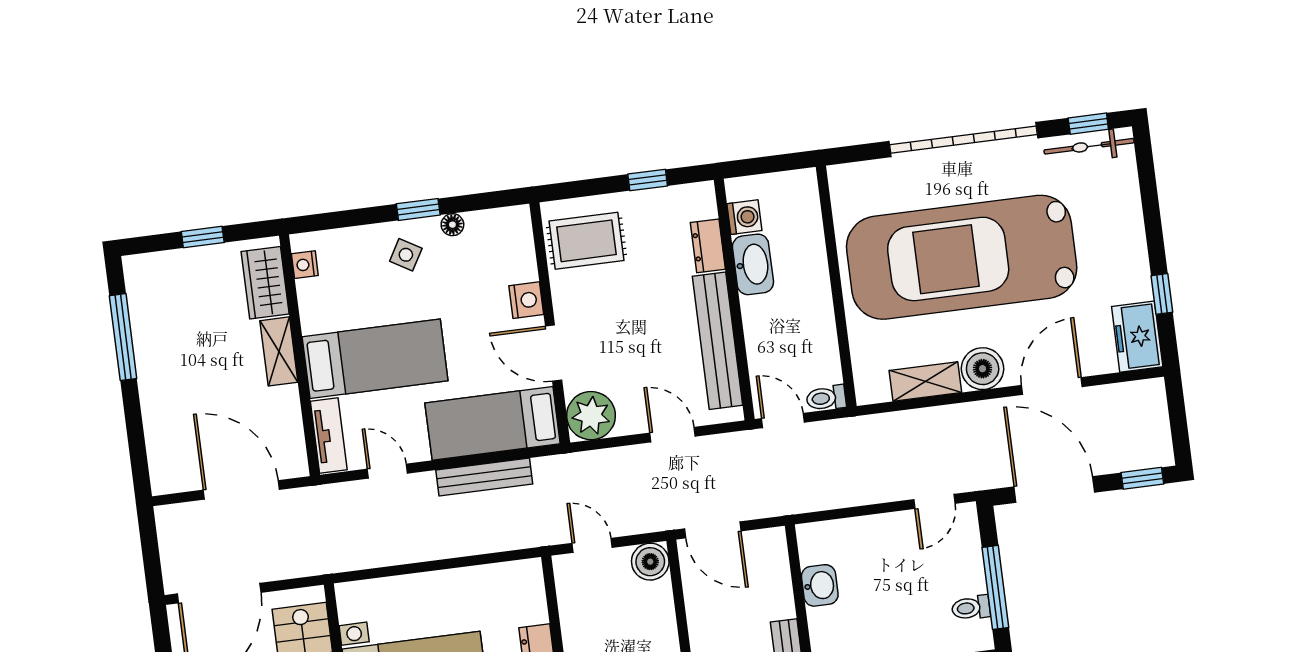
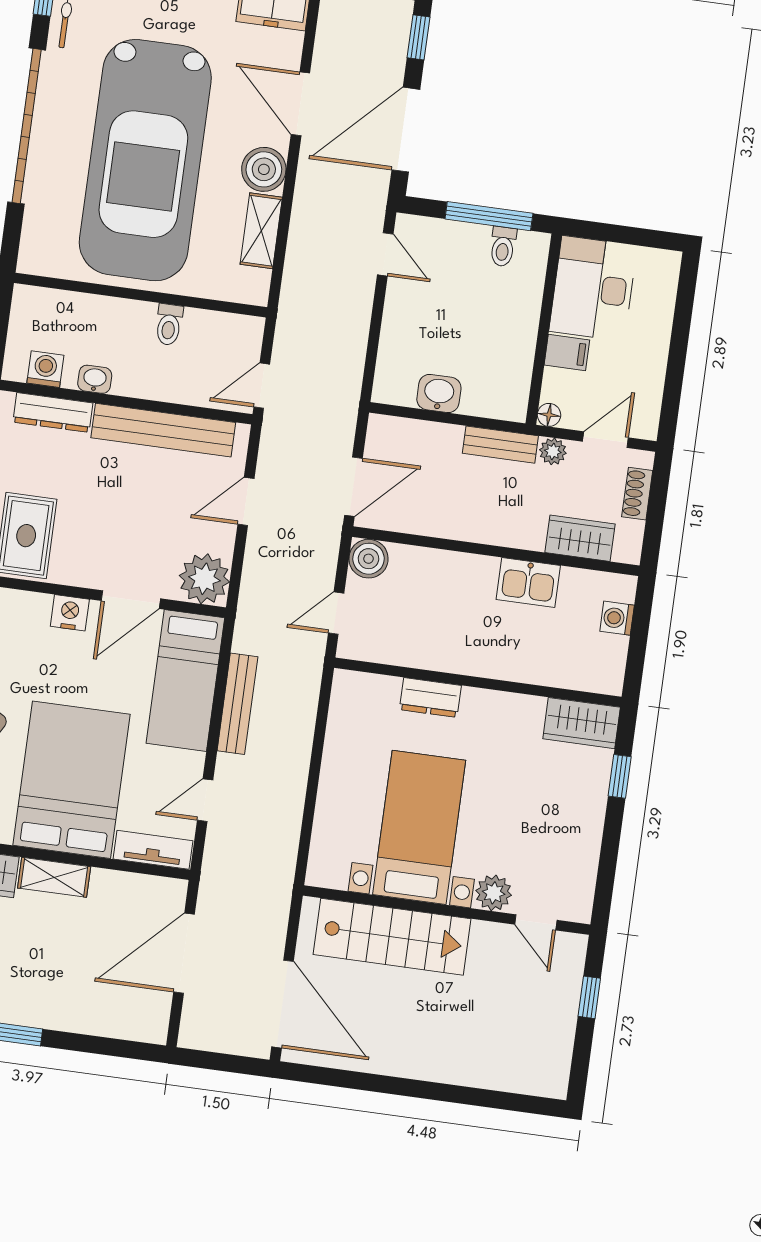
dresser: (708, 246) -> (53, 412), width x1.44
washbasin: (753, 264) -> (95, 379), width x0.52, depth x0.69
bed: (375, 359) -> (71, 780), width x1.50
toilet: (826, 398) -> (169, 325), moved

